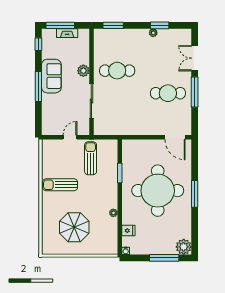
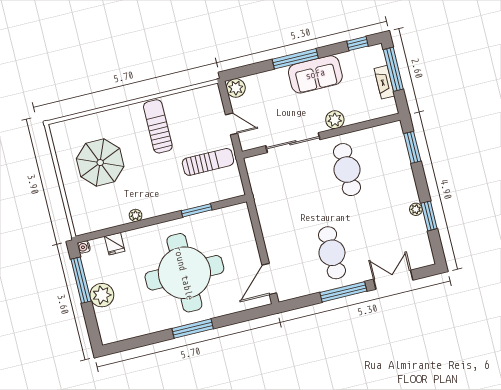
plant: (48, 129) -> (236, 88), added
plant: (184, 247) -> (102, 295), moved
window: (164, 258) -> (81, 280), moved

